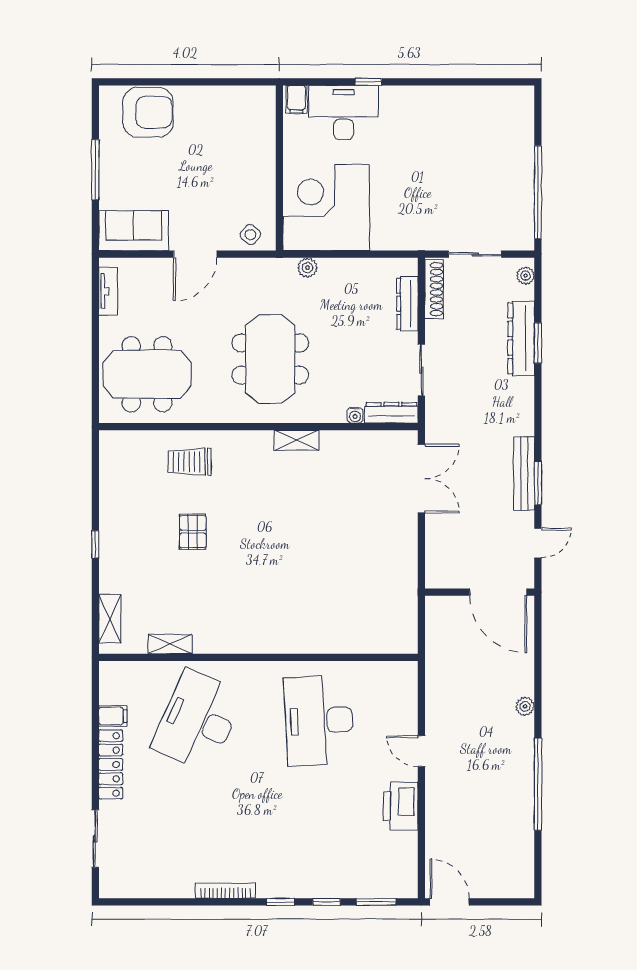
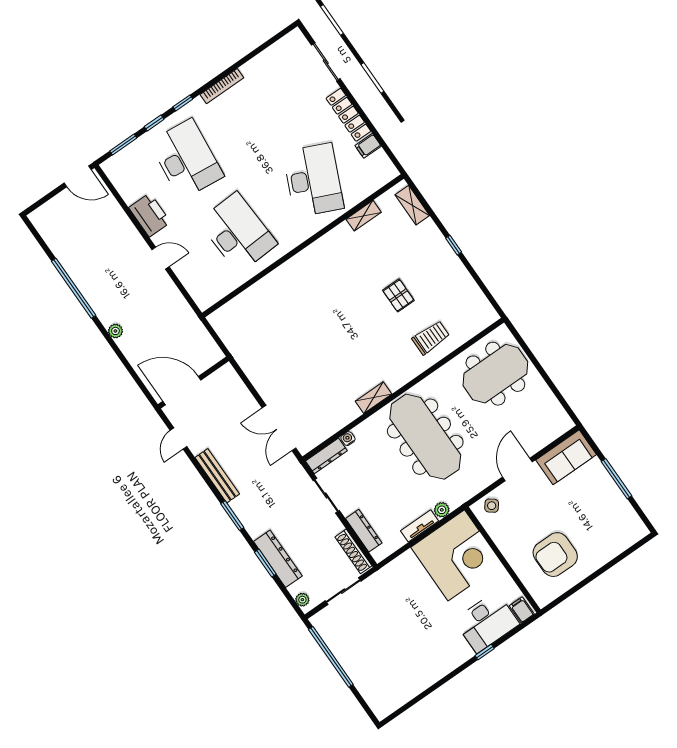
armchair: (148, 112) -> (555, 555), moved
tv unit: (108, 291) -> (420, 526), moved, turned 90
meeting table: (270, 359) -> (425, 437), width x1.36
window: (538, 483) -> (232, 516), moved
desk: (319, 839) -> (186, 159), added

